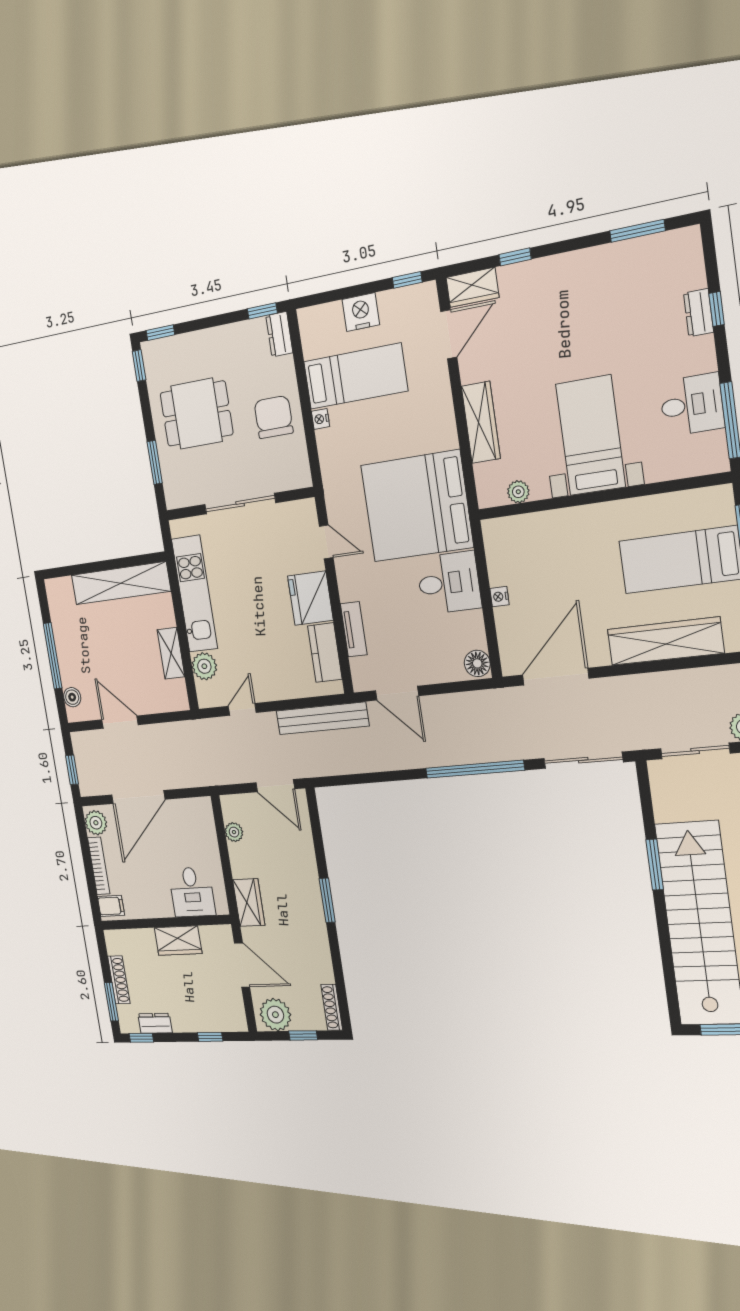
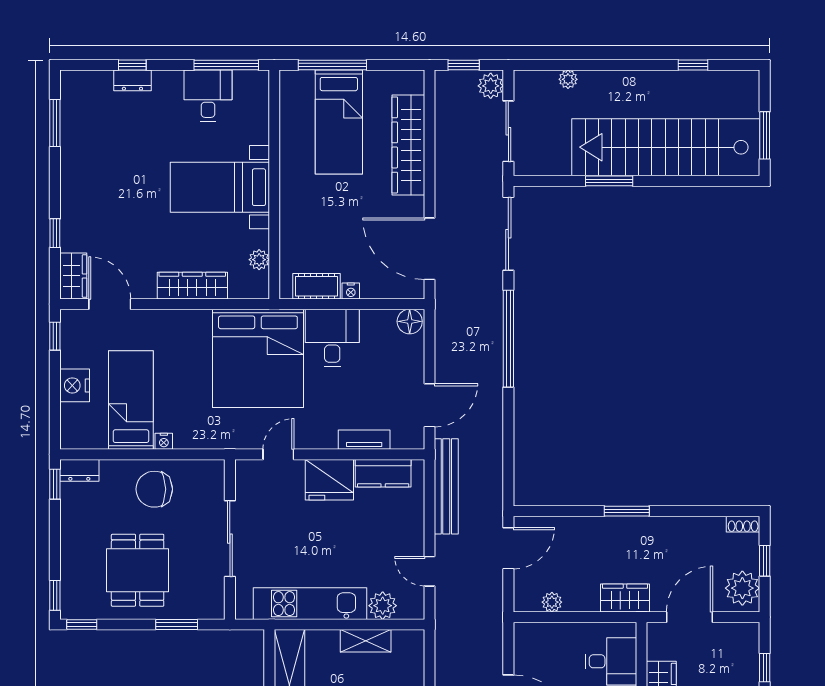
cot: (499, 559) -> (317, 286), added
shoe rack: (332, 1007) -> (743, 524), width x0.70

